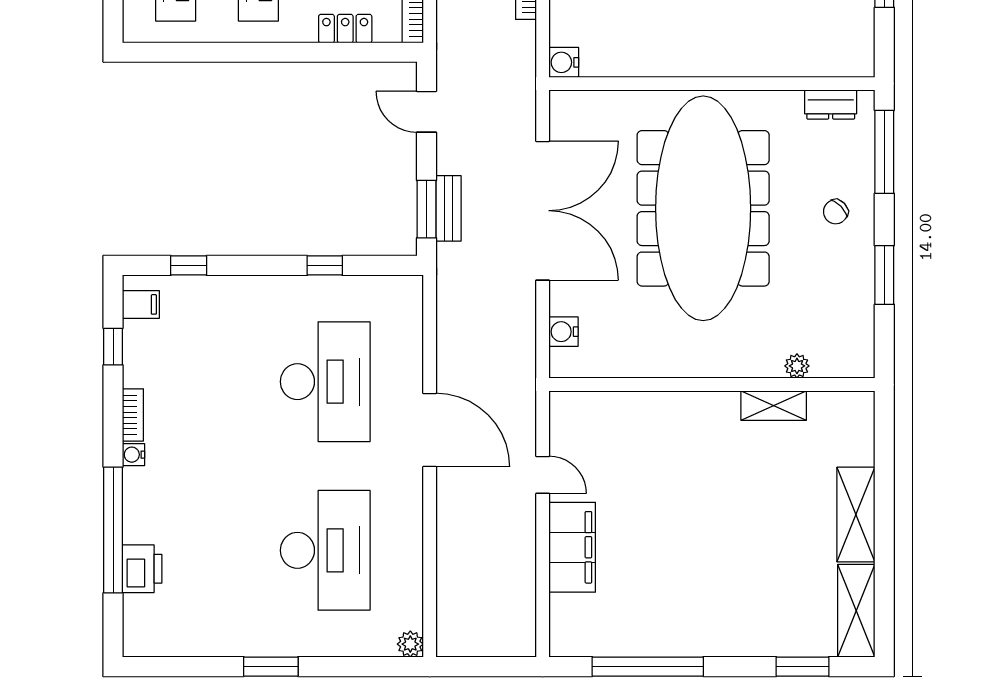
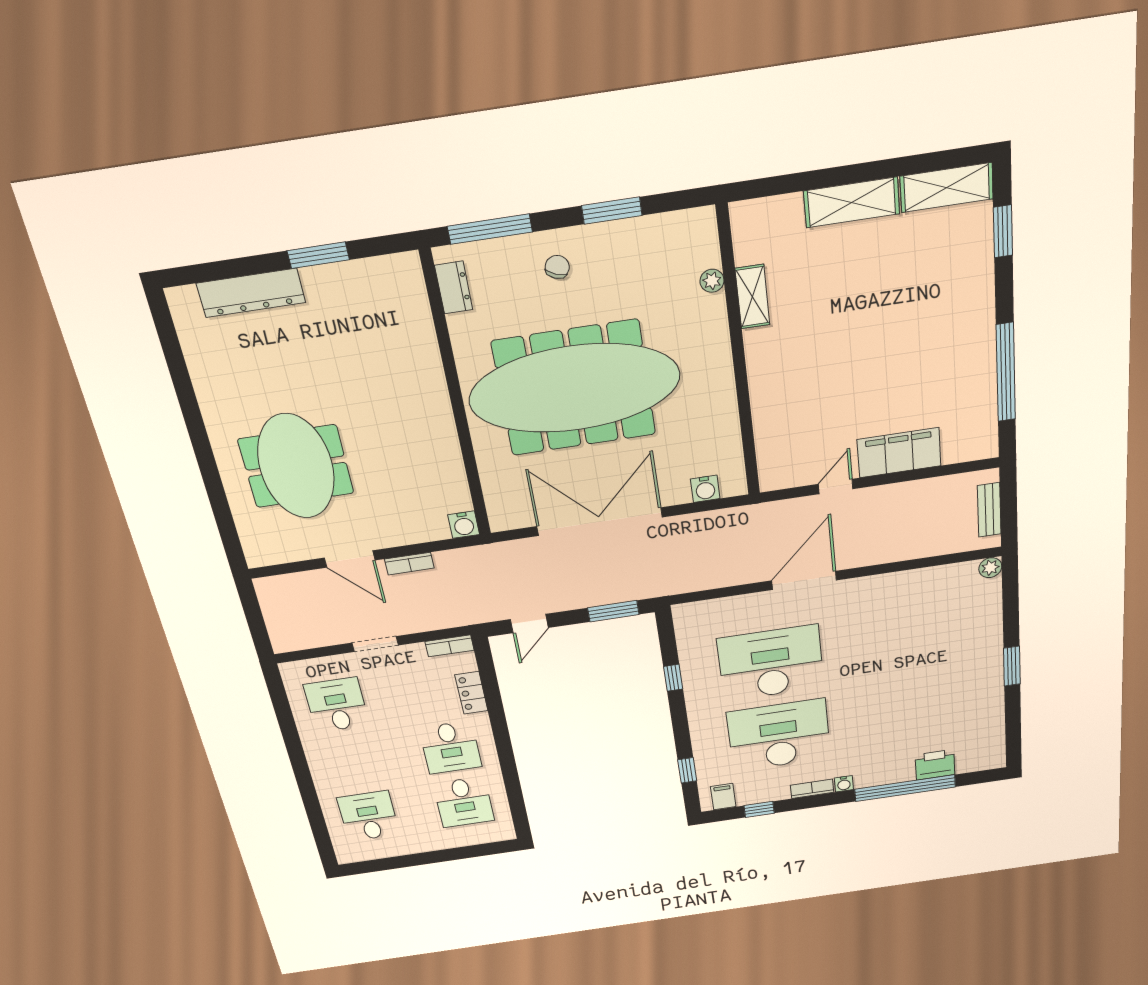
bench: (449, 208) -> (989, 510), moved, turned 90
chair: (836, 212) -> (557, 267), turned -114
desk: (325, 550) -> (779, 735), moved

